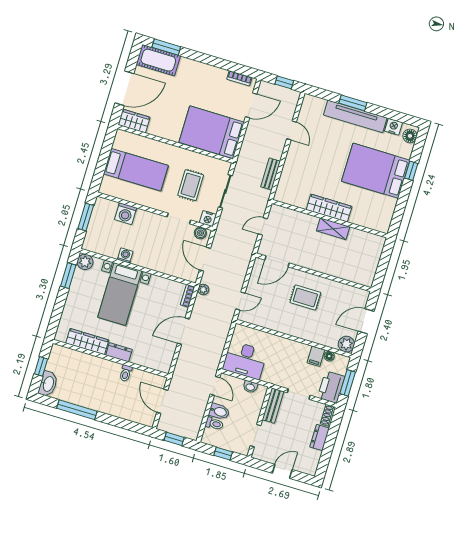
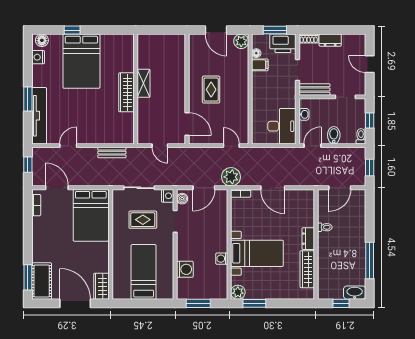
tv unit: (355, 116) -> (39, 116), moved
plant: (203, 290) -> (231, 177), width x1.87, depth x1.87
toilet: (214, 424) -> (361, 136), moved

